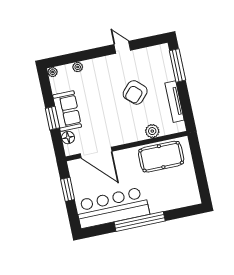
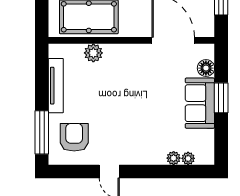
plant: (53, 72) -> (188, 158), moved
armchair: (135, 92) -> (74, 137), moved, turned -43

